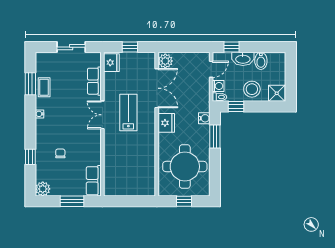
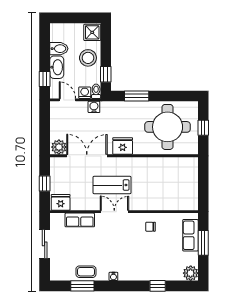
double door: (102, 115) -> (114, 212), swing flipped
water cooler: (204, 118) -> (94, 107), moved
chair: (60, 153) -> (150, 227), moved
row of seats: (94, 181) -> (190, 235), moved, turned 90

